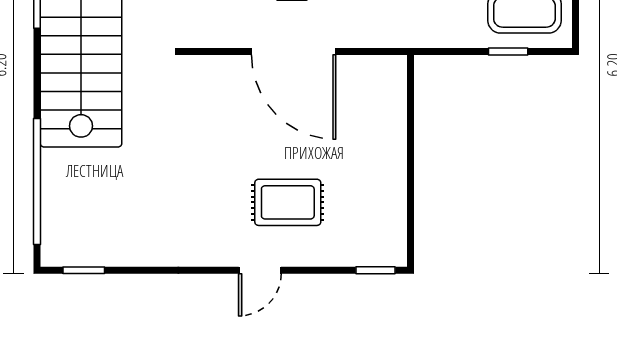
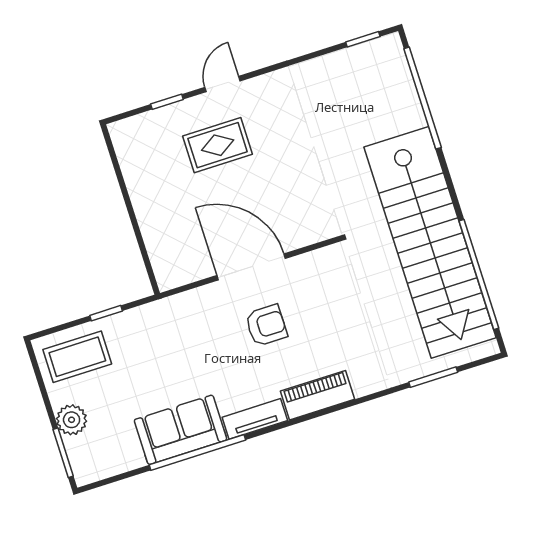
window: (508, 51) -> (106, 313), moved
window: (376, 270) -> (167, 102), moved

